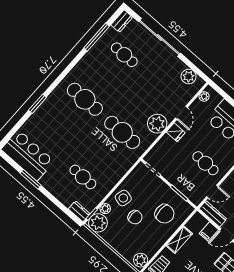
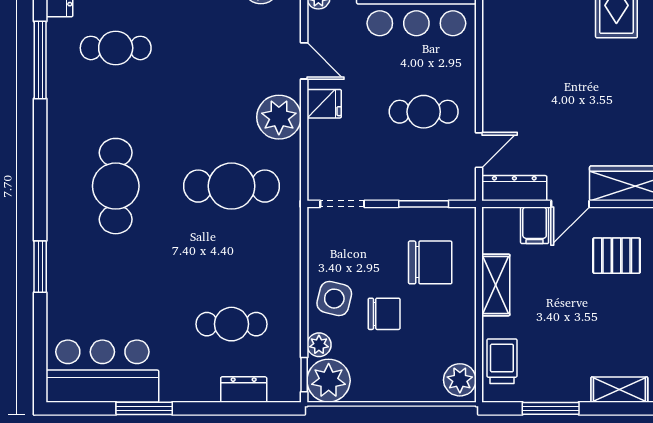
cafe table: (85, 99) -> (116, 186), turned 90
dresser: (79, 211) -> (244, 390), moved

